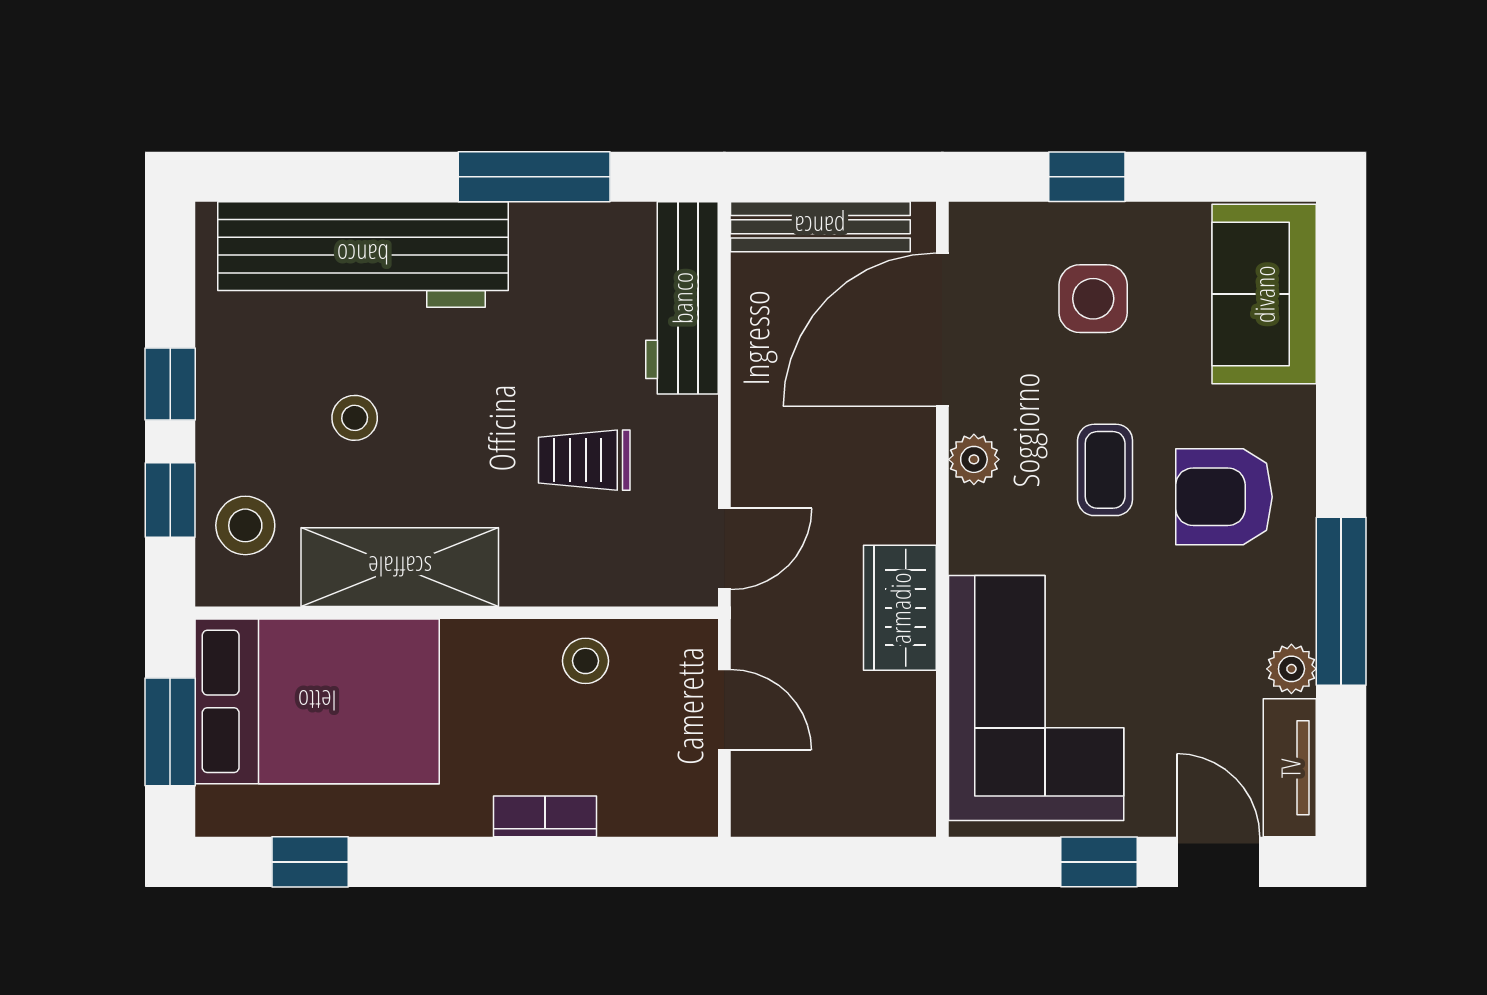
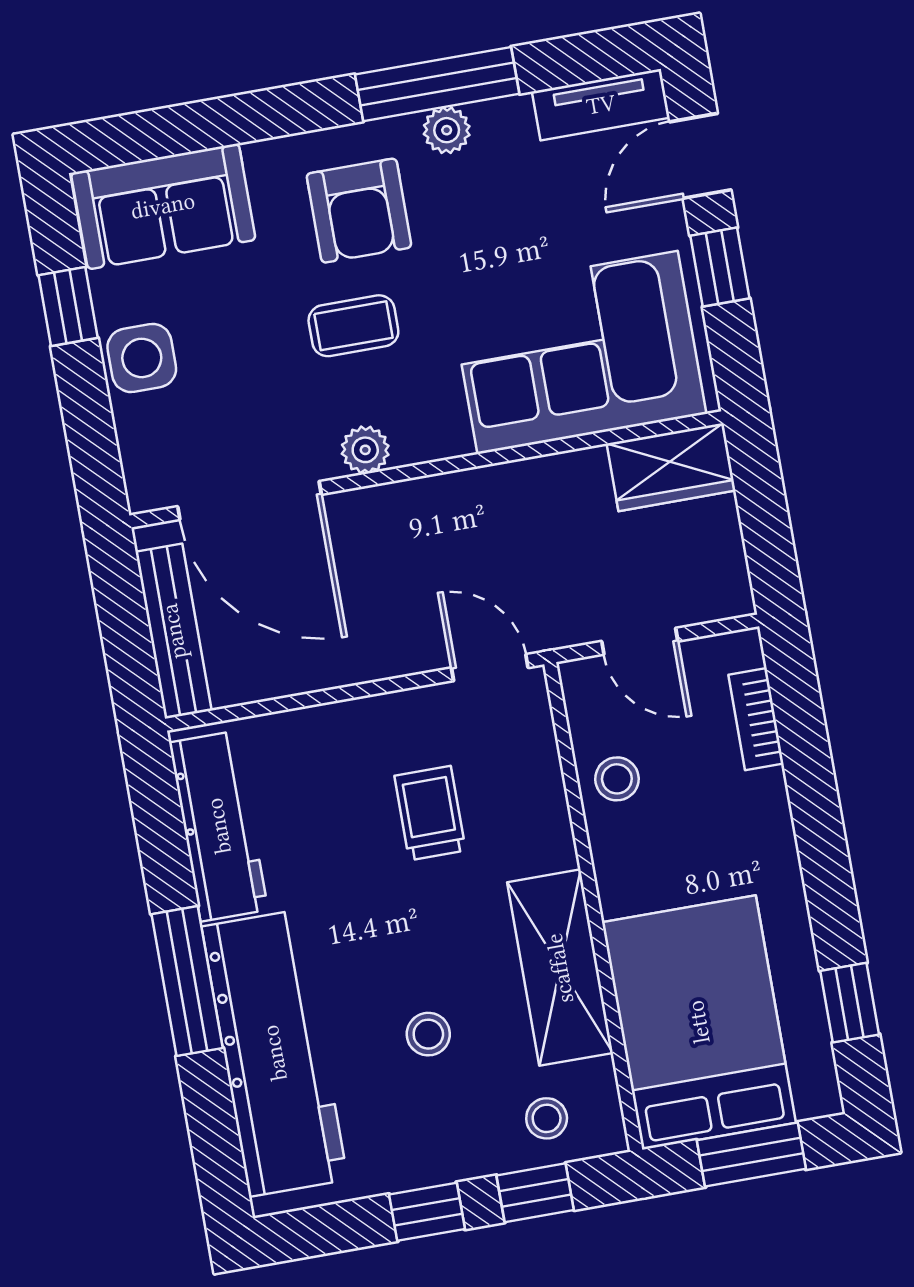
window: (534, 177) -> (187, 981), moved
window: (1087, 177) -> (68, 307), moved
workbench: (682, 298) -> (219, 826), moved, turned -90
side table: (1093, 299) -> (142, 358), moved
trolley: (584, 460) -> (430, 813), turned 180
stool: (245, 525) -> (547, 1118), width x0.73, depth x0.73
wardrobe: (900, 608) -> (671, 467), moved
plant: (1291, 669) -> (447, 130), moved
door: (724, 710) -> (640, 641), swing flipped
bookcase: (545, 816) -> (756, 719), moved

